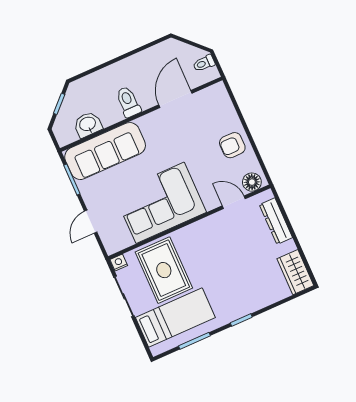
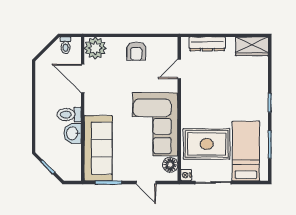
plant: (216, 98) -> (95, 48), added
washbasin: (88, 124) -> (73, 133), moved
floor lamp: (252, 182) -> (170, 165), moved

